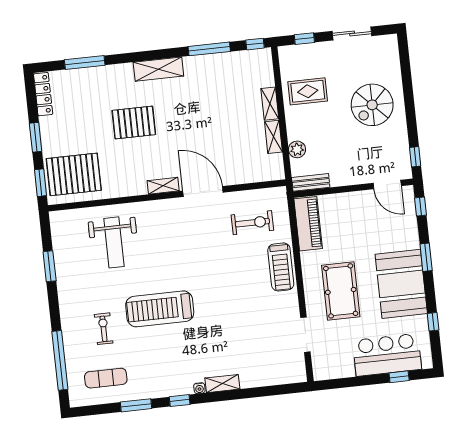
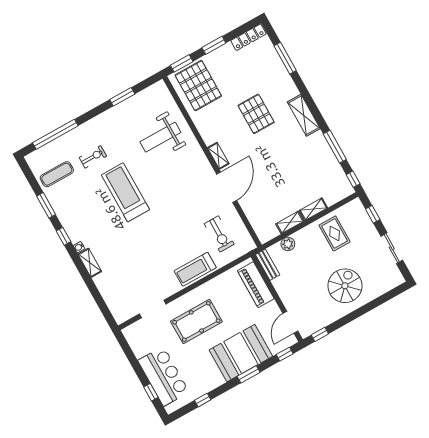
spiral stairs: (372, 105) -> (345, 286), turned 90
piano: (308, 224) -> (256, 285), moved, turned 90
booth: (401, 284) -> (241, 353), moved
exercise mat: (106, 378) -> (57, 174), turned 90

